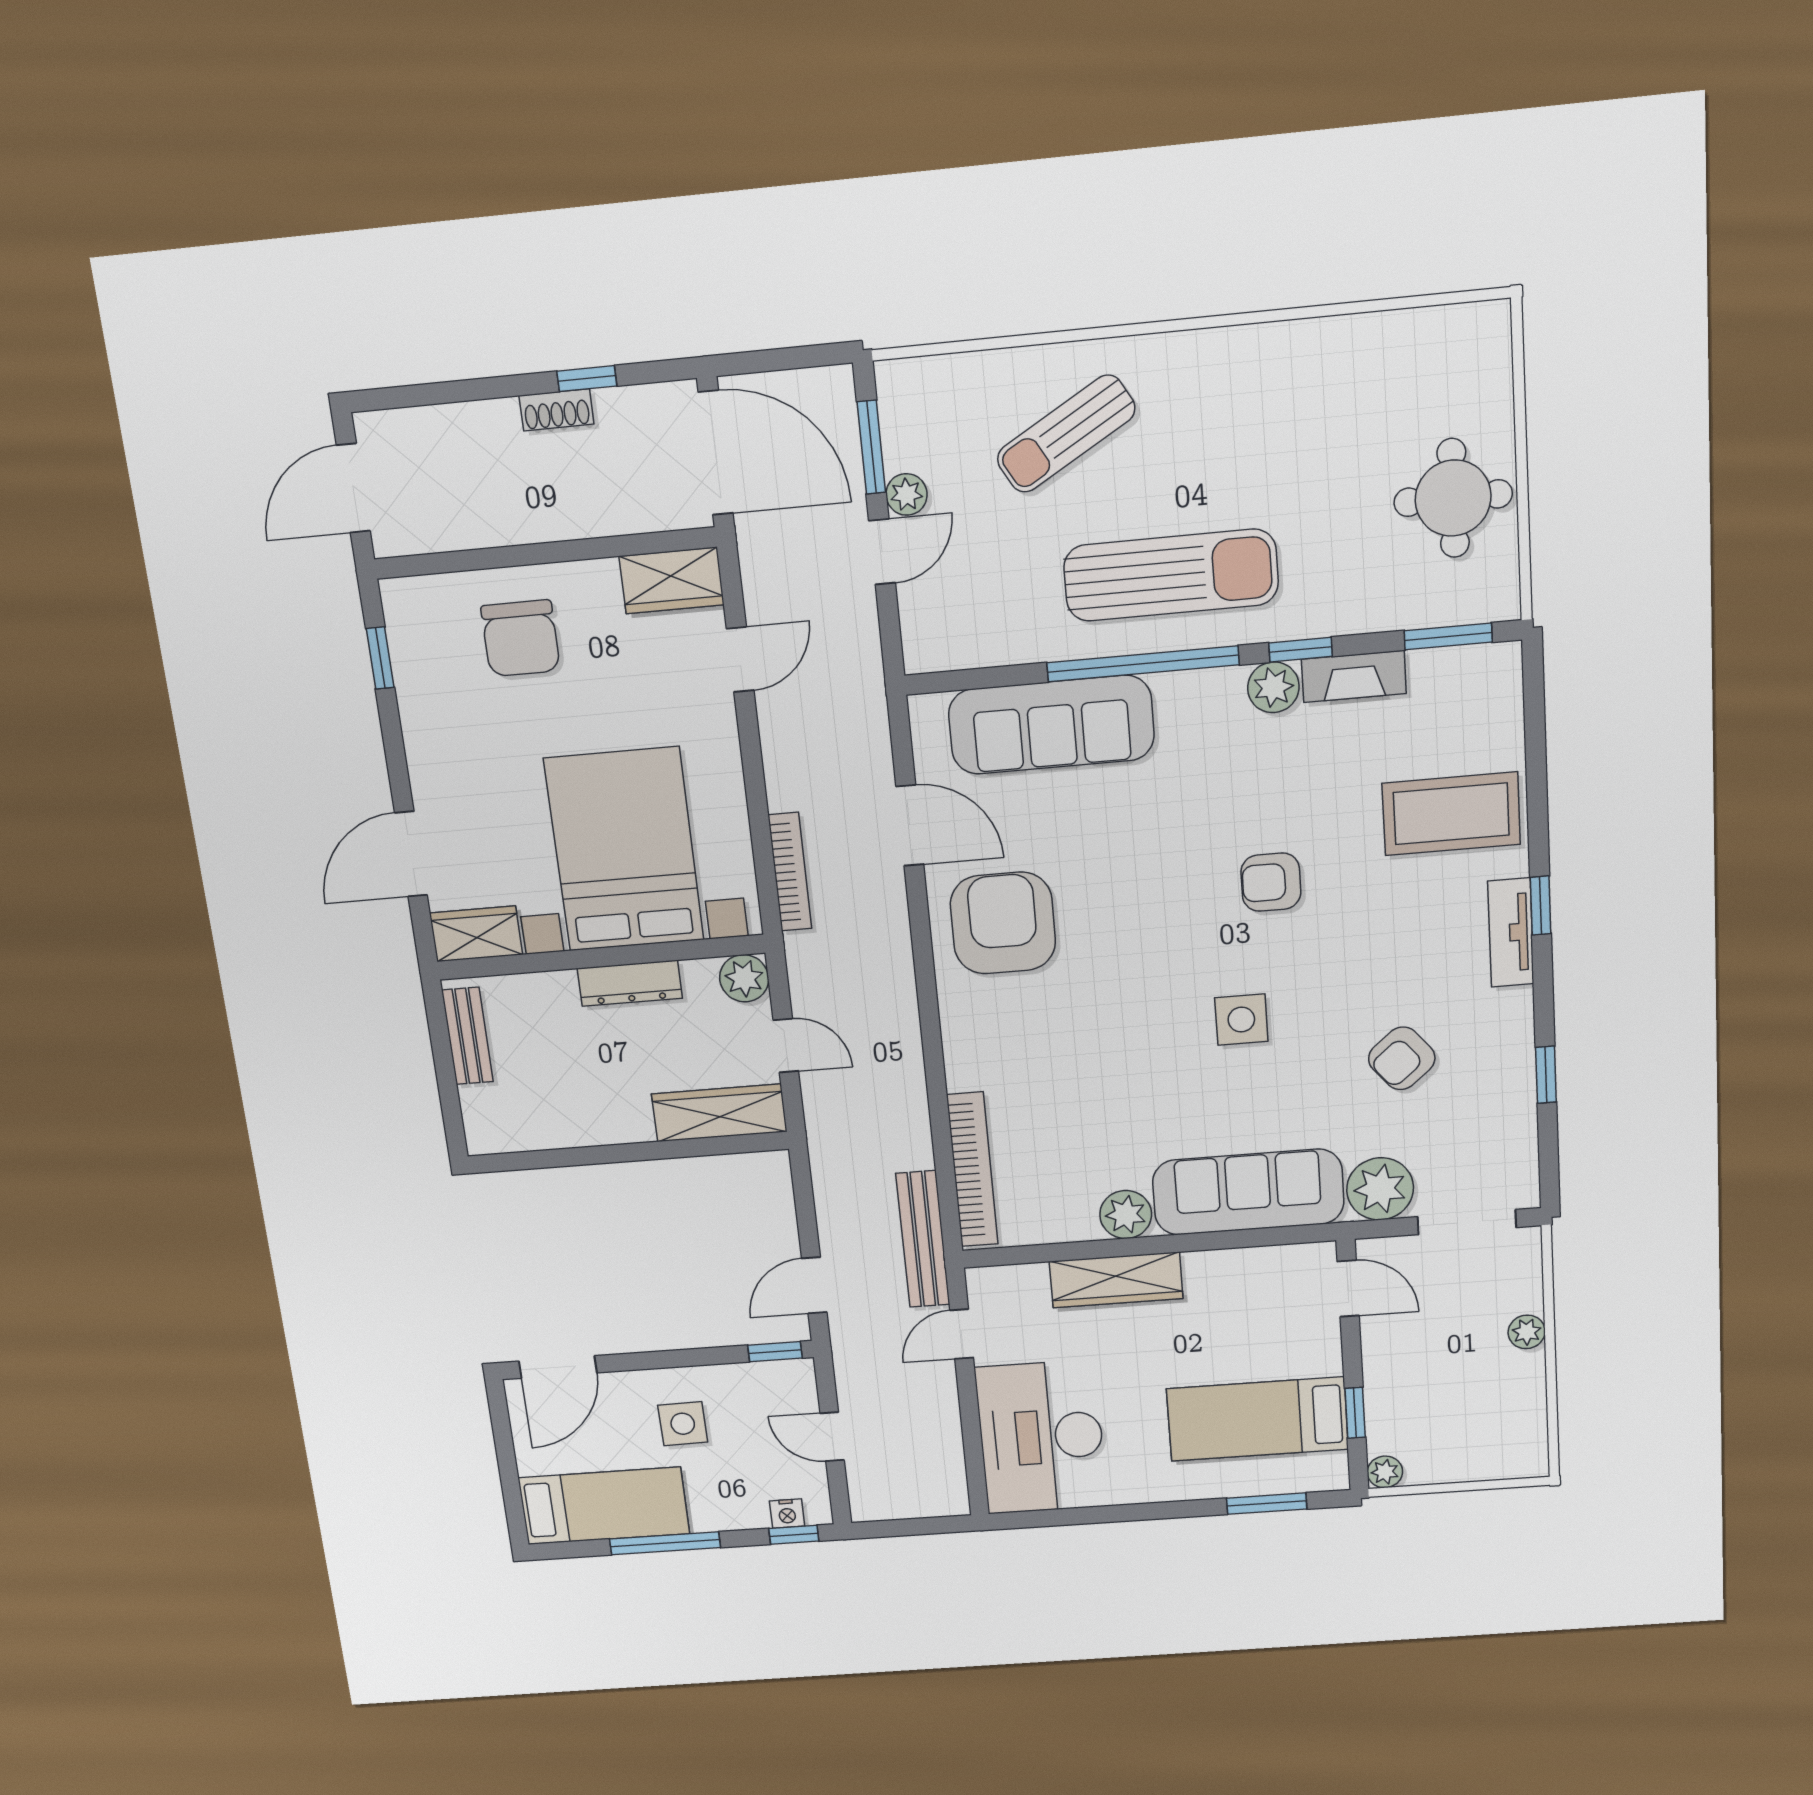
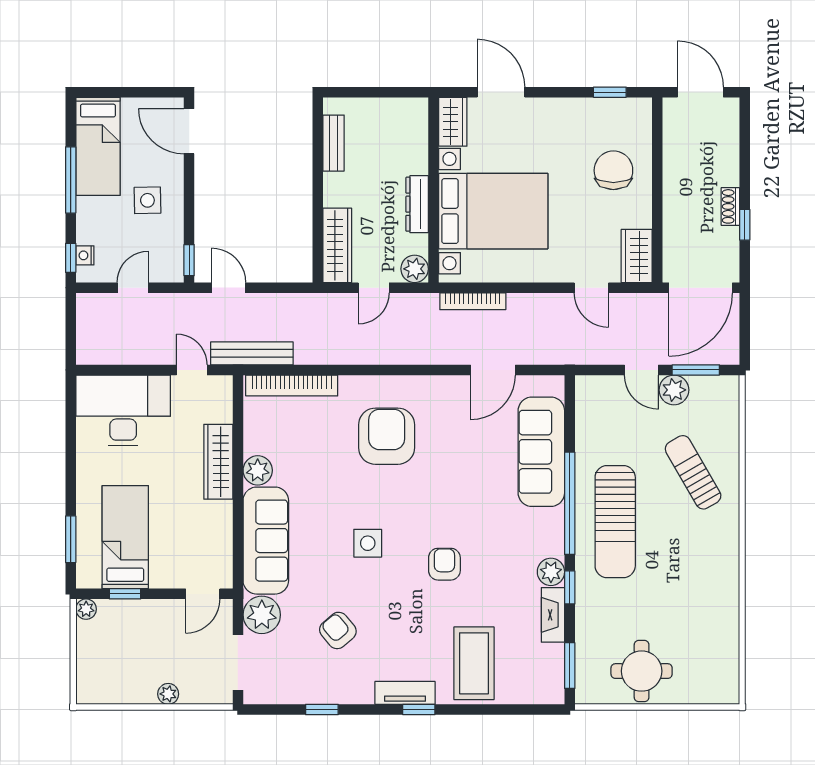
plant: (906, 494) -> (674, 390), width x1.38, depth x1.38
chair: (521, 638) -> (613, 170), turned 90
armchair: (1003, 923) -> (387, 436), moved, turned -90
bench: (467, 1036) -> (333, 143), moved, turned 90

